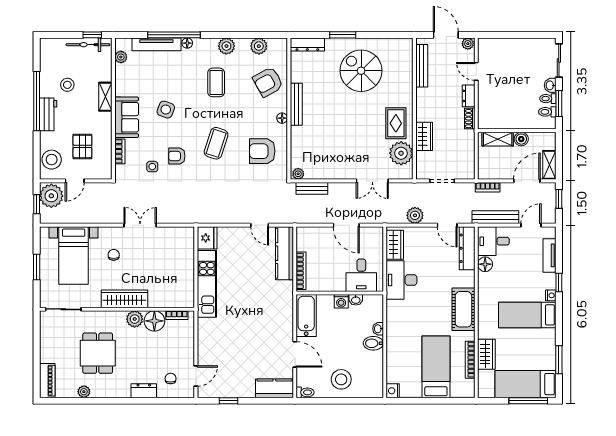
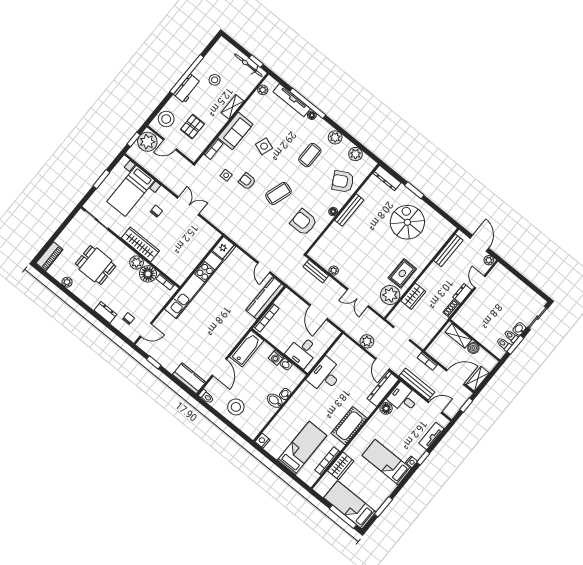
plant: (298, 174) -> (334, 271), moved
wardrobe: (395, 245) -> (339, 350), removed
kitchen unit: (207, 284) -> (194, 285), width x1.36
dining table: (98, 353) -> (96, 265), turned 90

